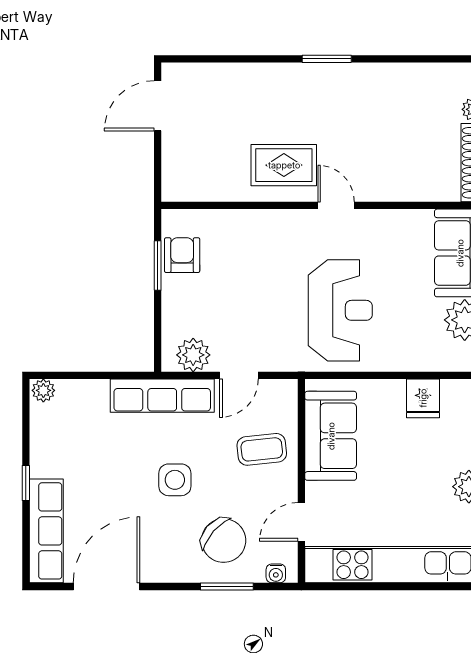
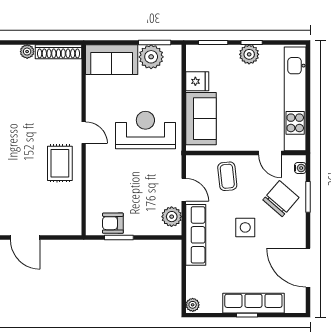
door: (336, 205) -> (84, 133), swing flipped
sofa: (331, 436) -> (201, 119), moved, turned 90
row of seats: (46, 531) -> (253, 303), moved

